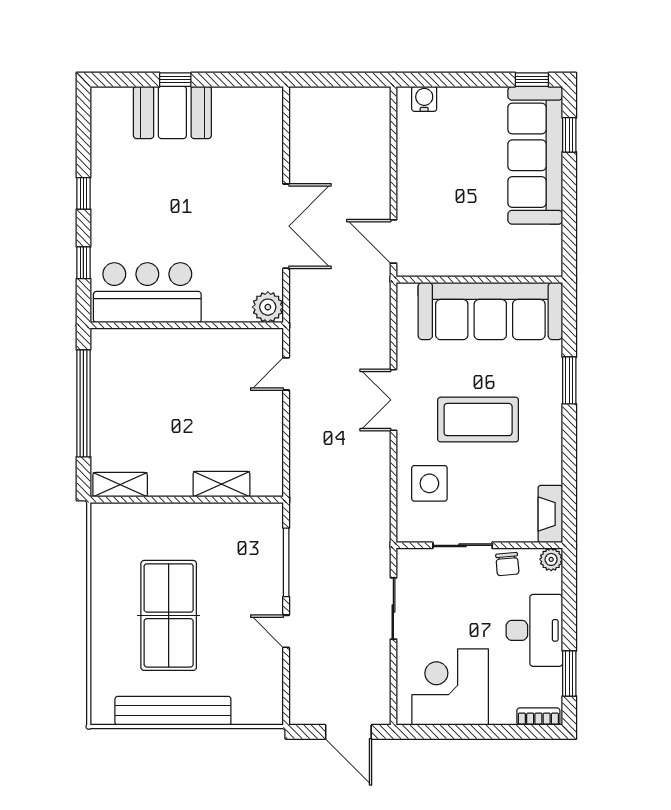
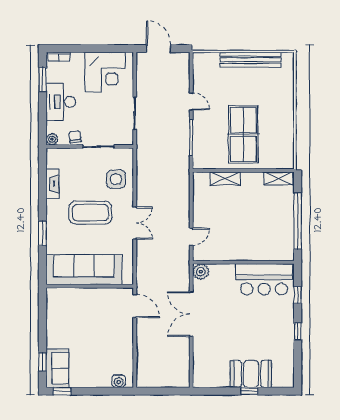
sofa: (535, 155) -> (57, 368), width x0.54, depth x0.79
fireplace: (550, 514) -> (52, 184), moved
table tennis table: (169, 615) -> (243, 135), moved

